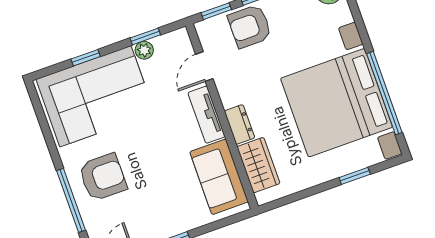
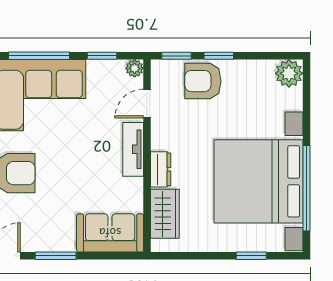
plant: (144, 50) -> (135, 68), moved
window: (86, 58) -> (39, 56), width x2.17
sofa: (219, 177) -> (110, 233), moved, turned 90

